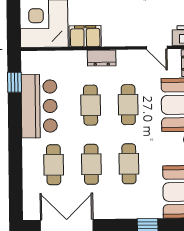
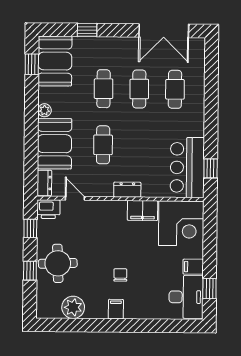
cafe table: (91, 105) -> (139, 145), removed
bar counter: (39, 106) -> (187, 167), moved

